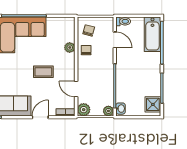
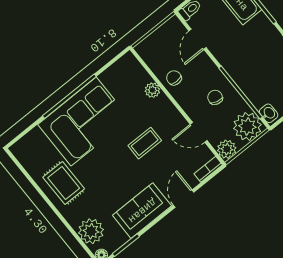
chair: (89, 30) -> (215, 97), moved
door: (115, 40) -> (198, 39), swing flipped
plant: (108, 111) -> (247, 127), width x1.87, depth x1.87

